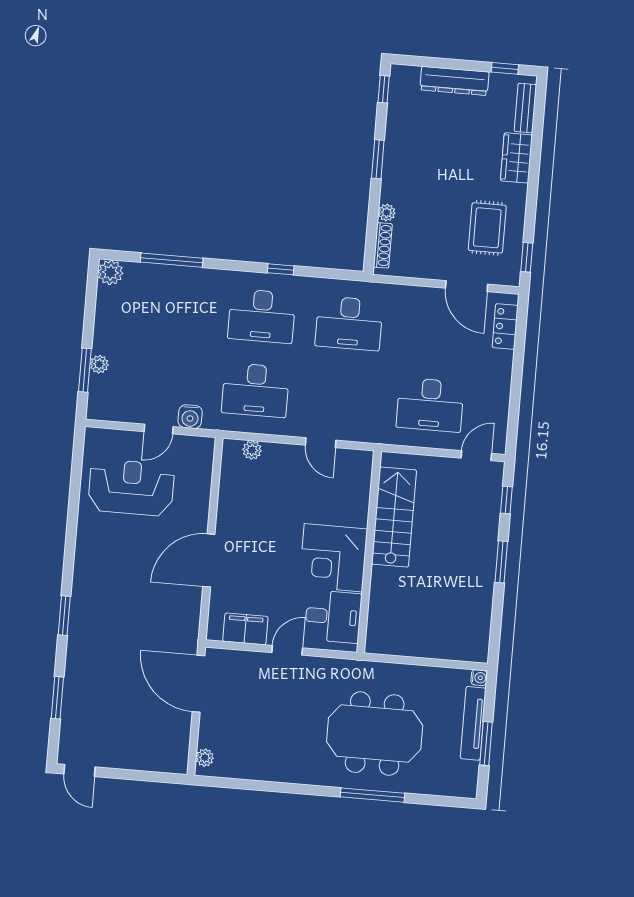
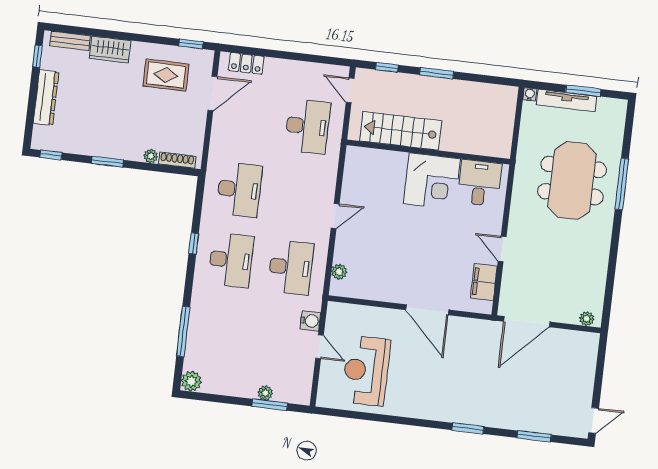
stairs: (394, 517) -> (401, 131), moved
wall: (369, 552) -> (428, 152), moved
corner desk: (333, 558) -> (432, 181), moved
desk: (333, 617) -> (480, 183), moved

